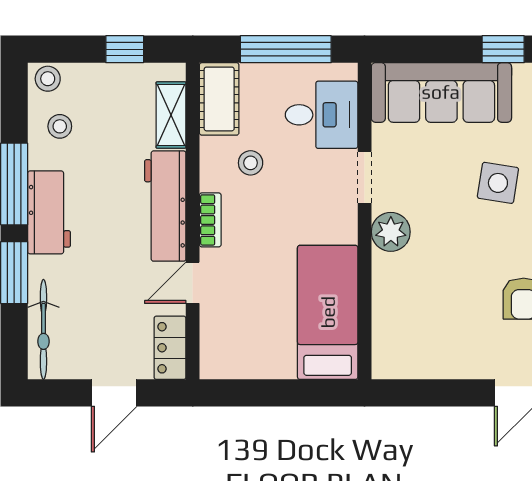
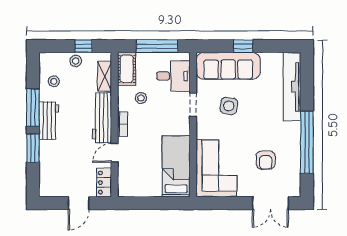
window: (503, 49) -> (243, 46), moved
stool: (48, 79) -> (76, 61), moved
side table: (498, 183) -> (229, 106), moved
plant: (391, 232) -> (205, 130), removed
corner sofa: (416, 317) -> (216, 168), added
bicycle: (43, 329) -> (46, 174), removed

